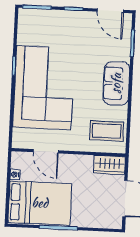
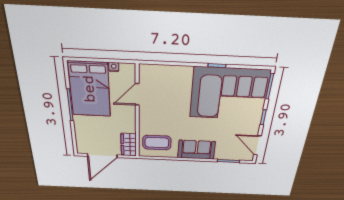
door: (110, 11) -> (257, 145), hinge flipped
corner sofa: (44, 88) -> (229, 94), moved
coffee table: (107, 131) -> (157, 143), turned 90

